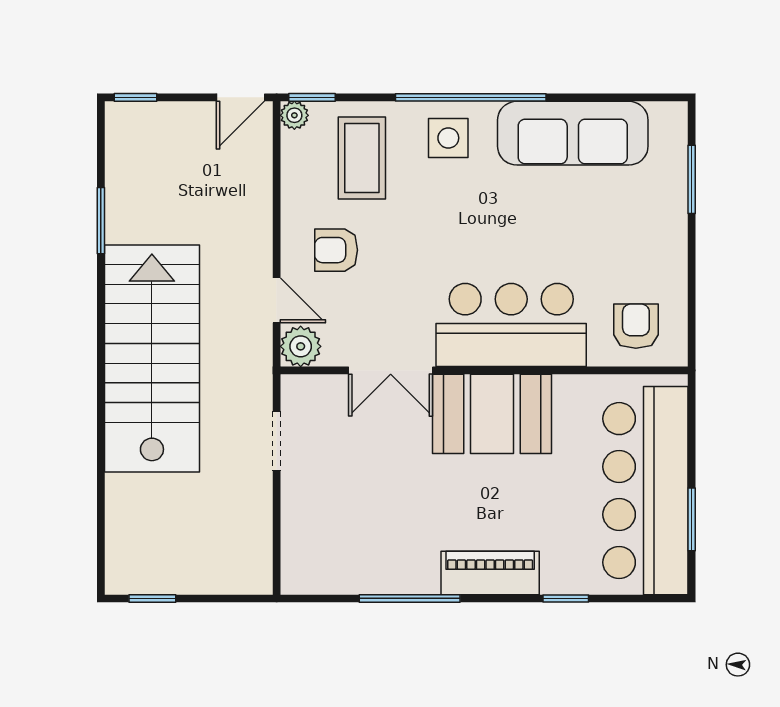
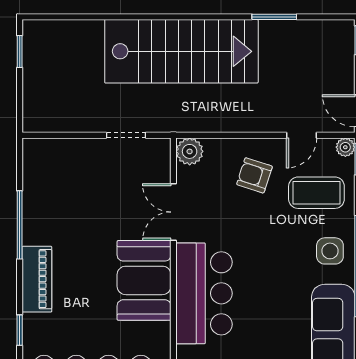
armchair: (336, 250) -> (254, 175), turned -72
door: (277, 300) -> (301, 135), moved

